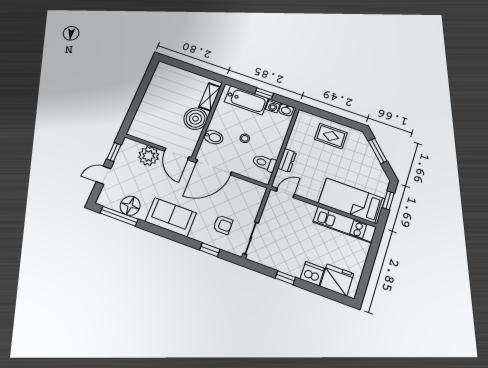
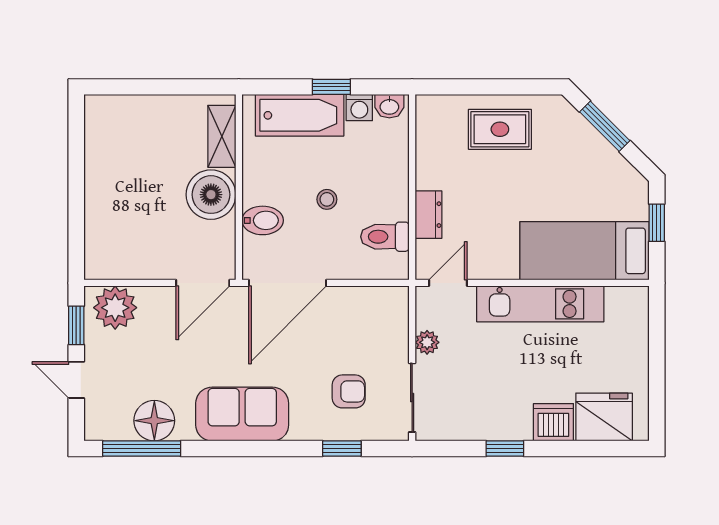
door: (177, 154) -> (203, 283), hinge flipped
plant: (149, 156) -> (115, 308), moved
door: (103, 175) -> (76, 380), hinge flipped
plant: (267, 216) -> (427, 342), added
kitchen unit: (345, 225) -> (540, 304), moved

